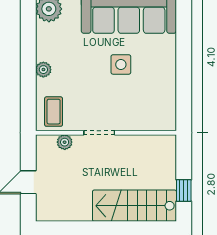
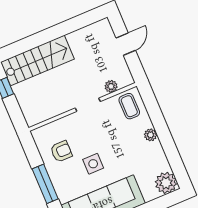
window: (184, 65) -> (45, 184), added
armchair: (151, 93) -> (61, 151), added

